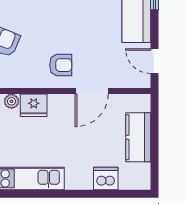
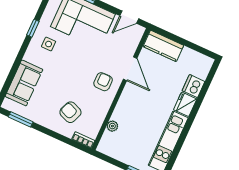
fridge: (34, 105) -> (185, 104), moved, turned 180
kitchen counter: (138, 137) -> (163, 46), moved

